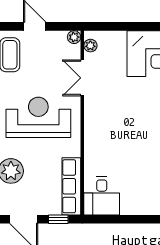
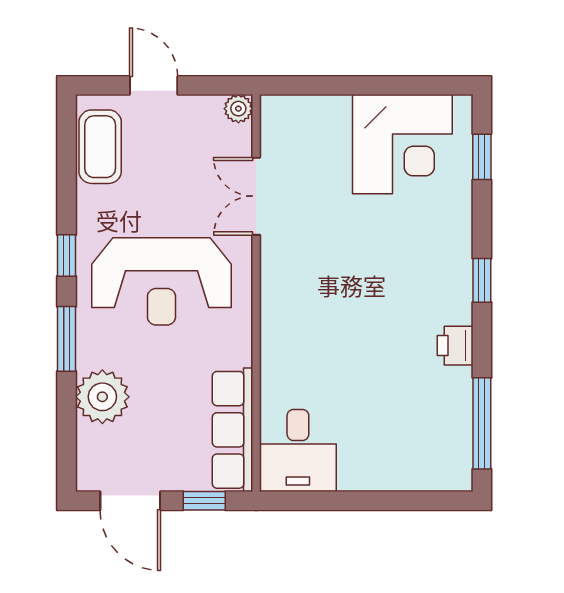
plant: (90, 46) -> (274, 127), removed
reception desk: (38, 117) -> (161, 281), turned 180

